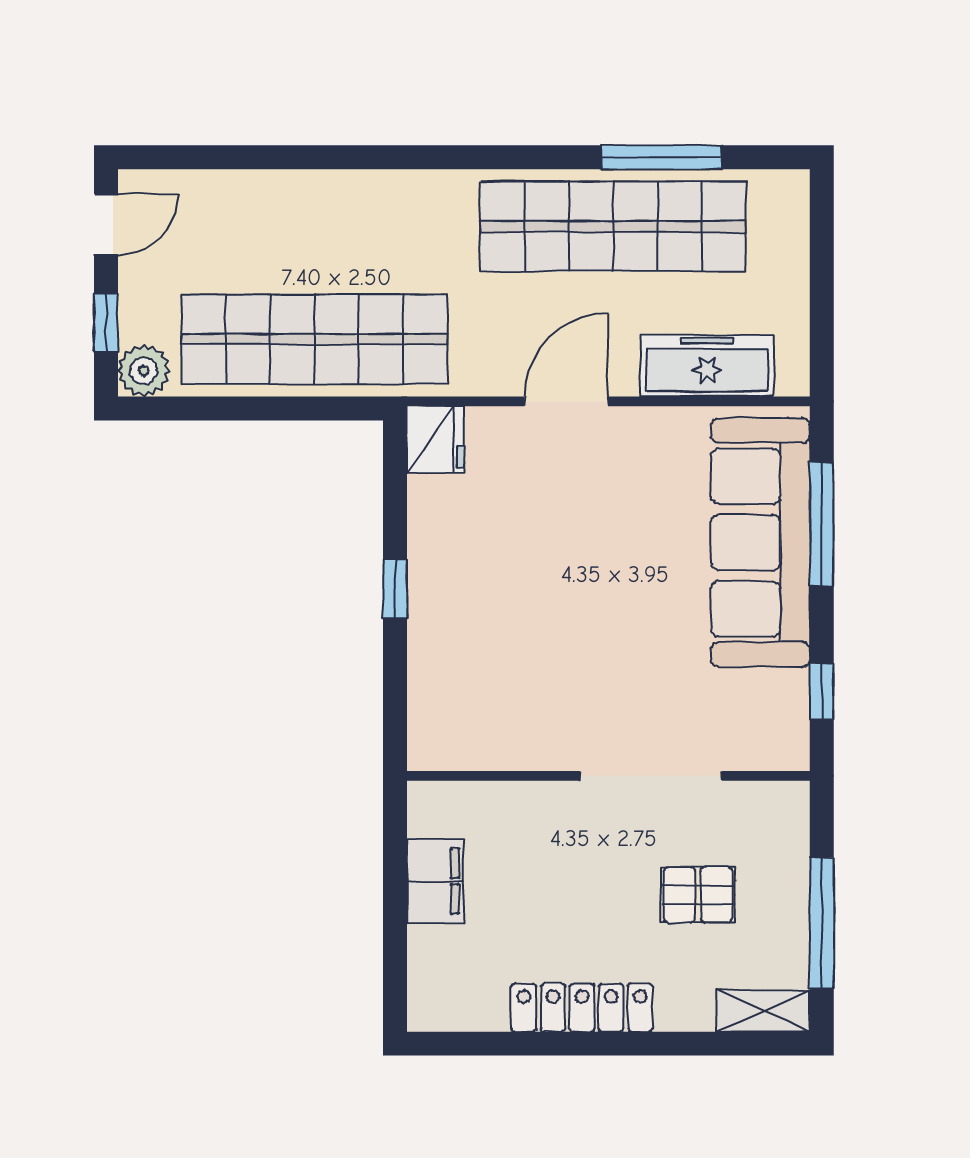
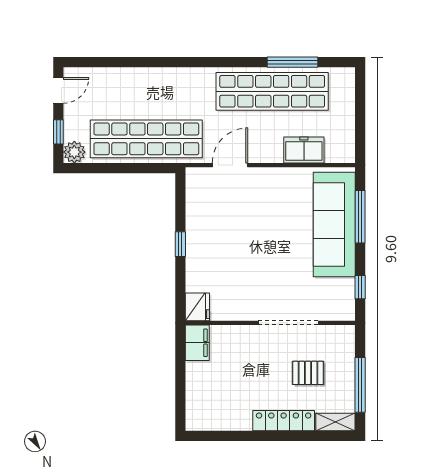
freezer: (707, 366) -> (304, 150), width x0.71
door: (566, 401) -> (230, 165), moved
fridge: (436, 439) -> (197, 307), moved
filing cabinet: (435, 881) -> (197, 343), moved
locker: (582, 1008) -> (284, 421), moved

